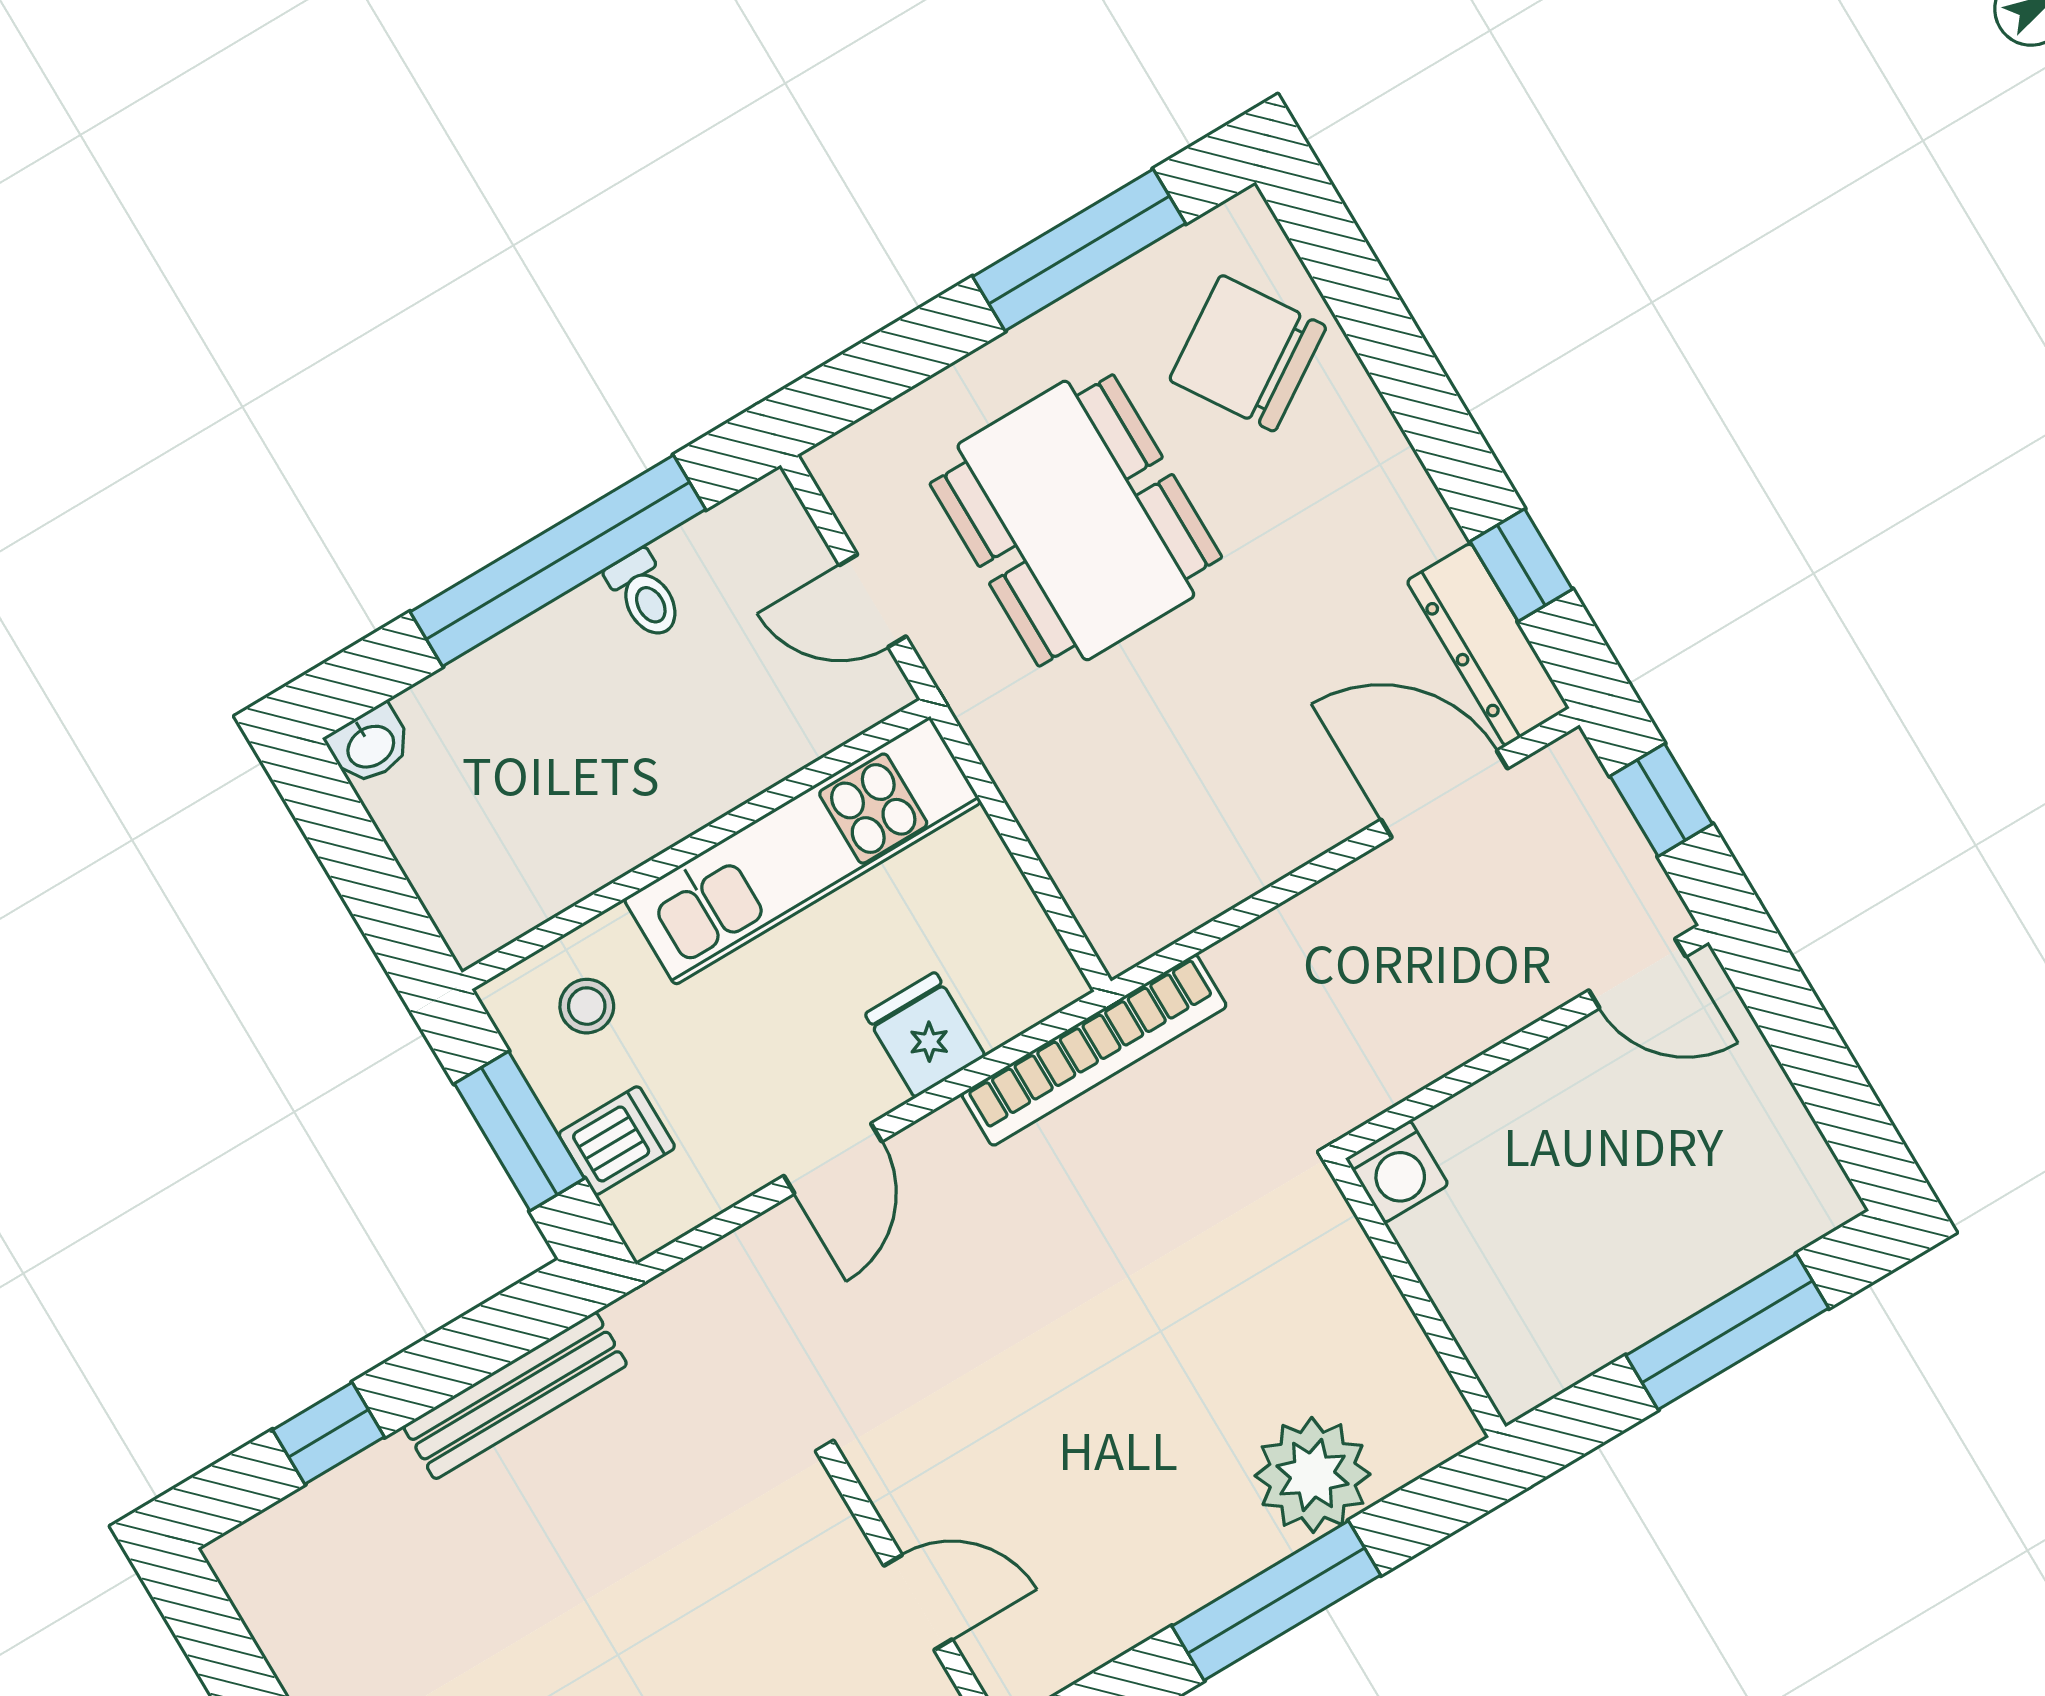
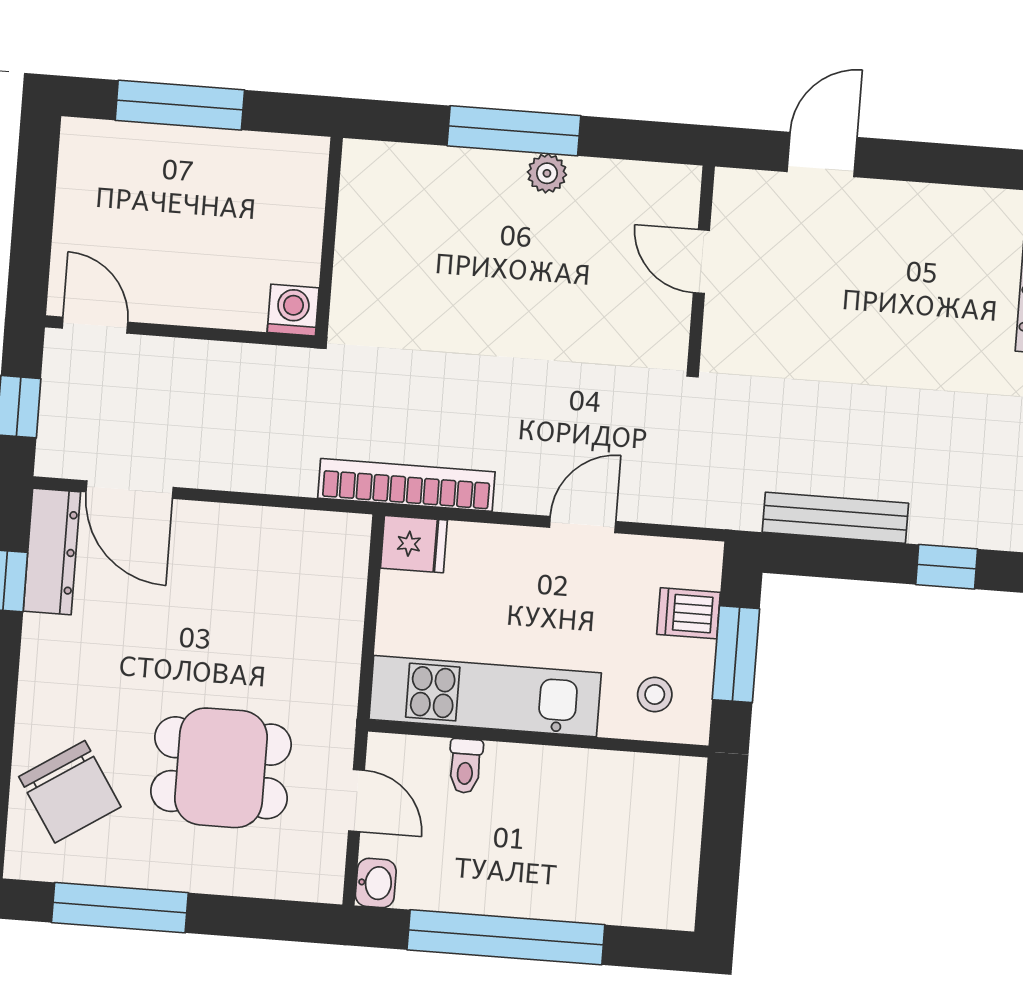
dining table: (1076, 520) -> (221, 768), width x0.73
toilet: (645, 595) -> (465, 766), moved, turned 180
washbasin: (370, 745) -> (376, 883), moved, turned 90
fridge: (925, 1035) -> (414, 544), moved, turned -90
plant: (1313, 1475) -> (547, 173), moved, width x0.53, depth x0.53

